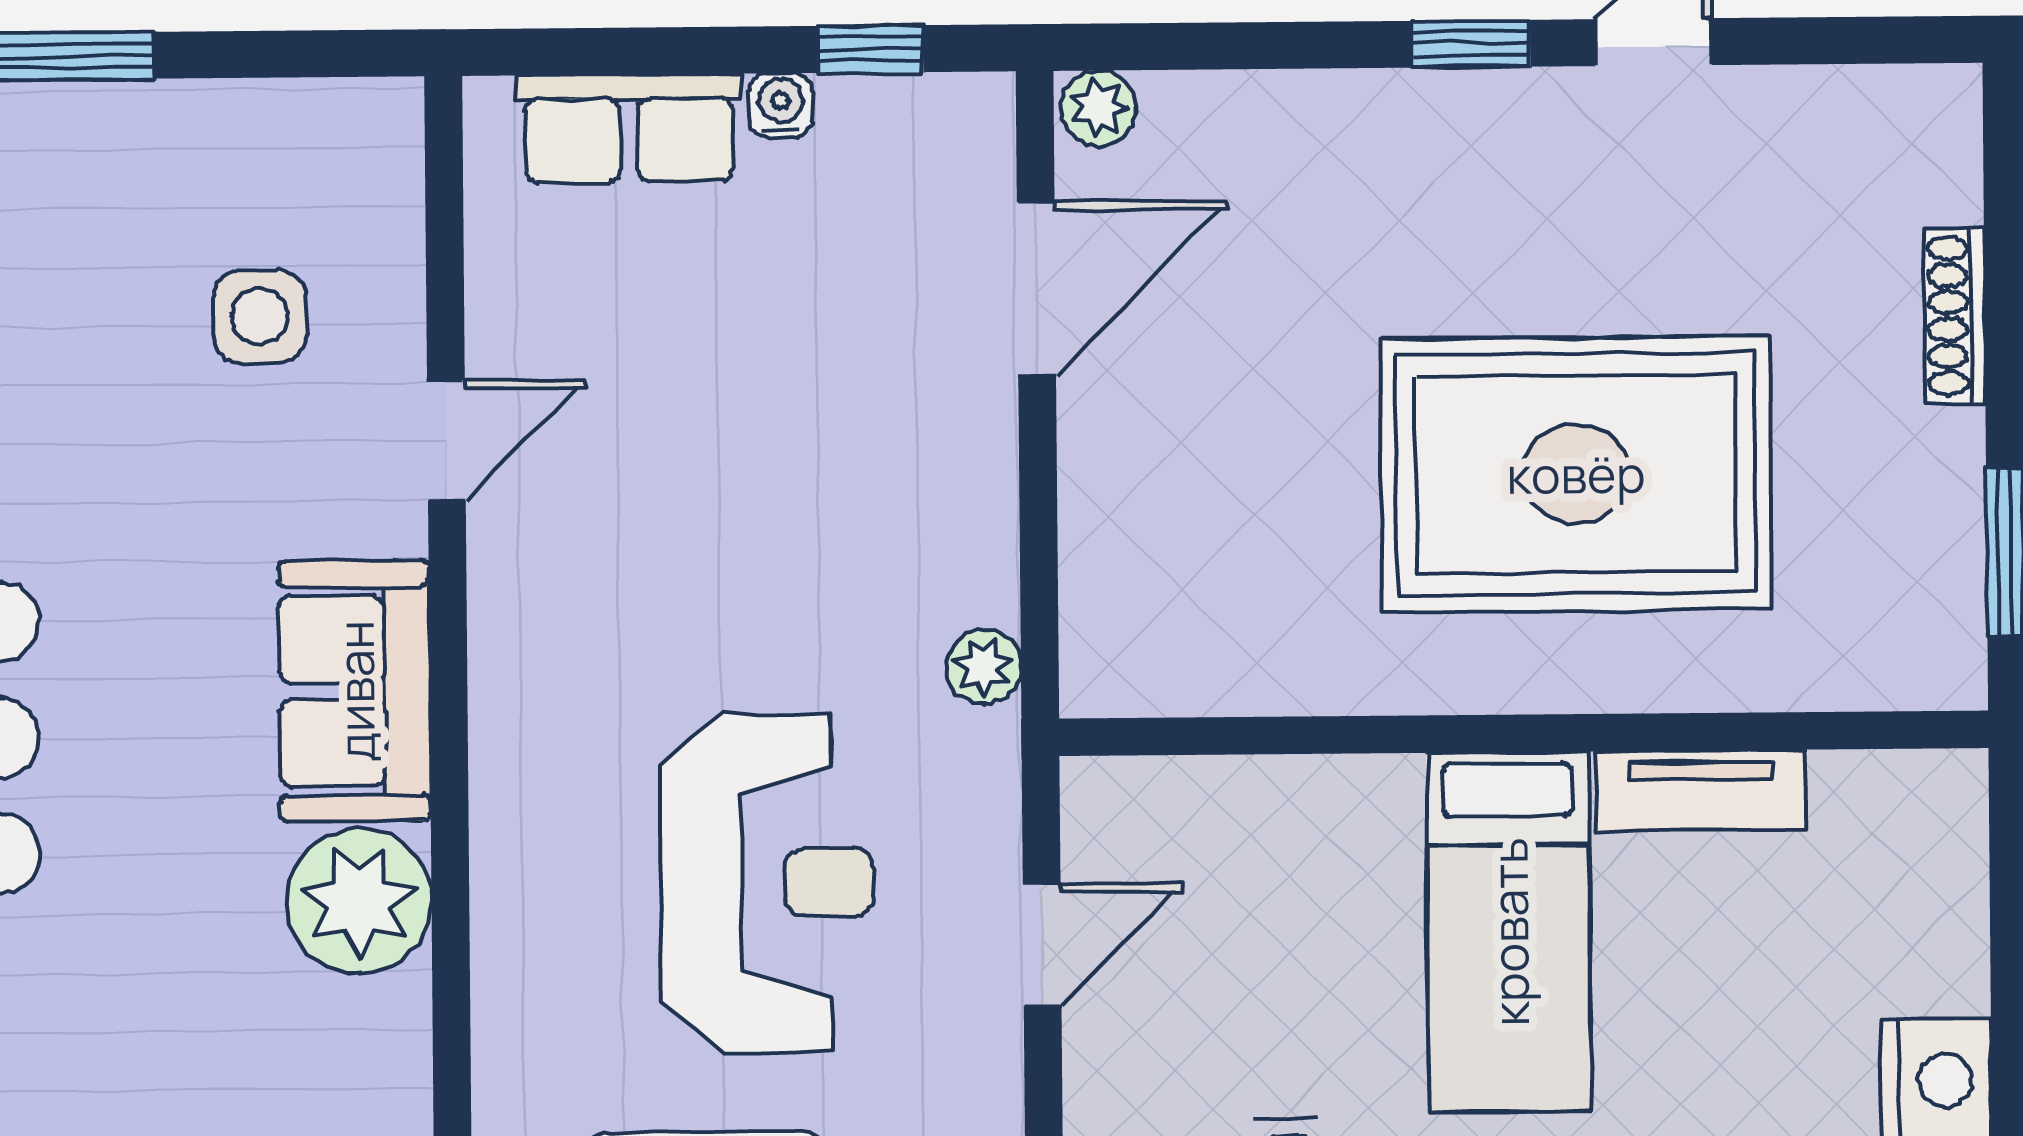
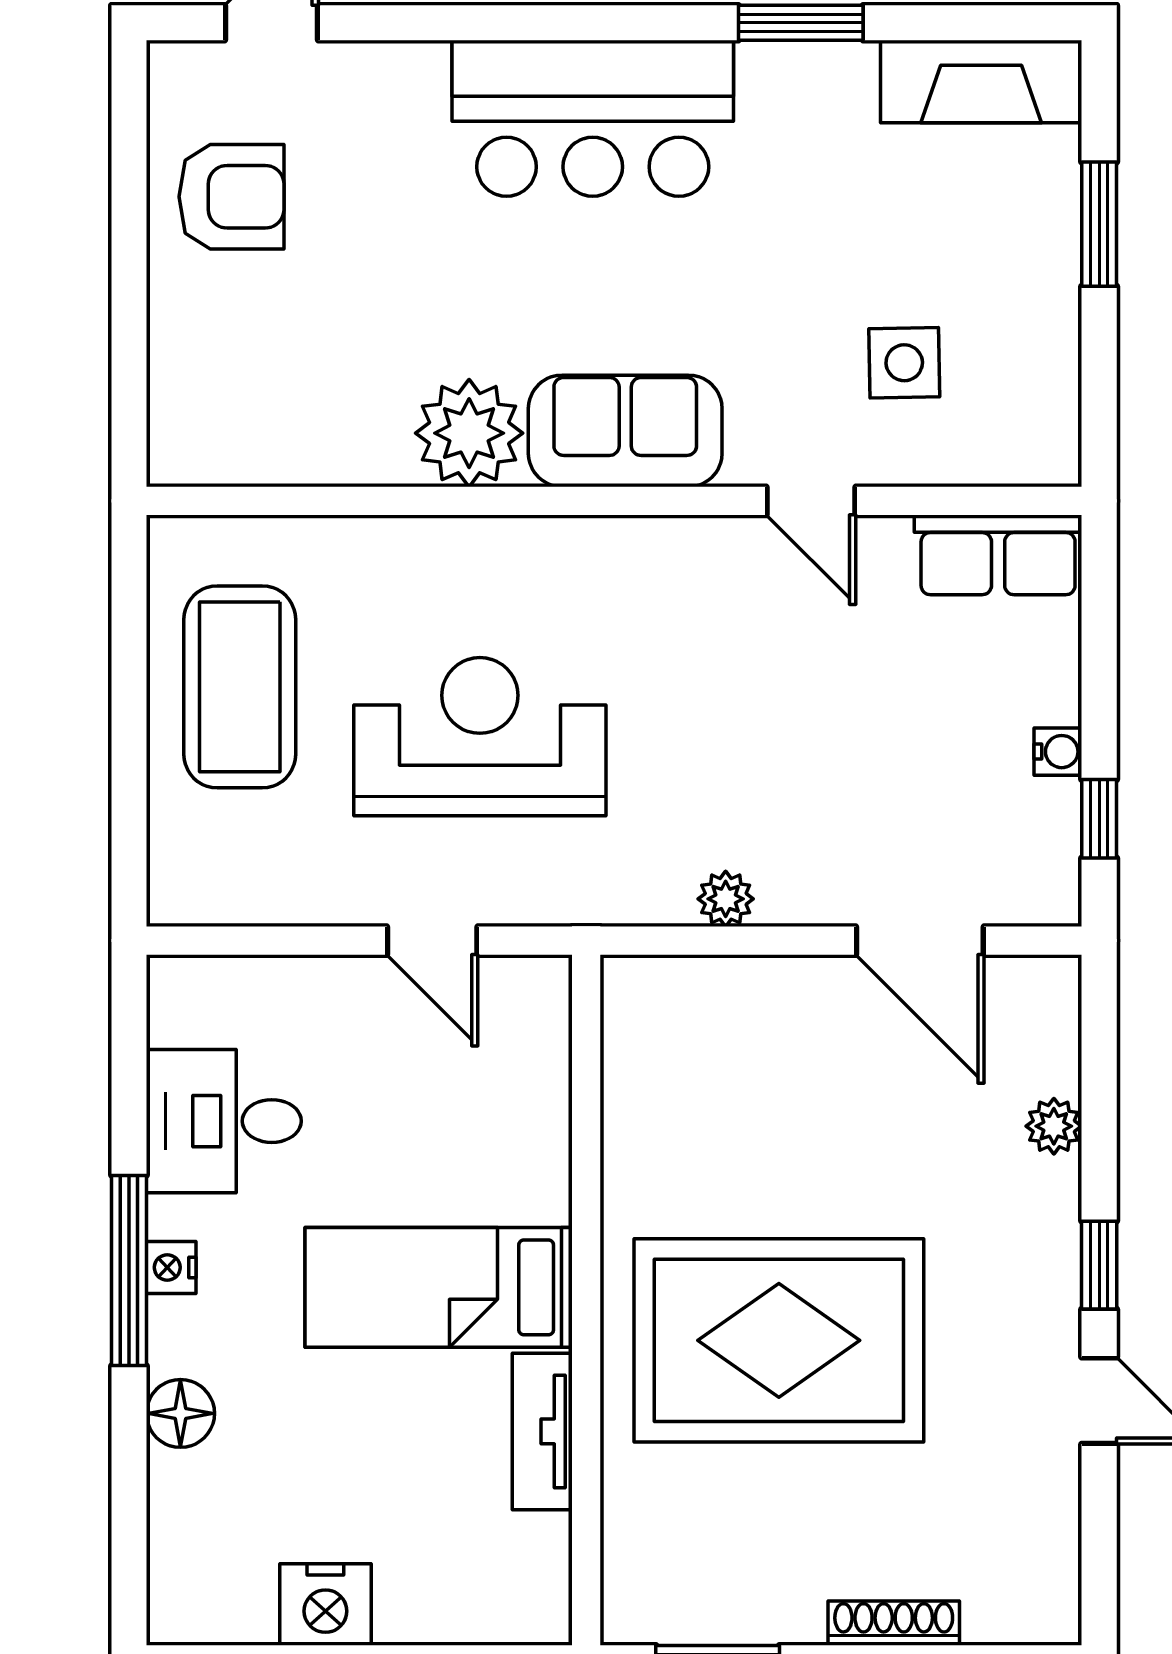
plant: (1099, 108) -> (1054, 1126), moved
row of seats: (629, 128) -> (998, 555), moved, turned -90
rug: (1576, 474) -> (779, 1340), turned 90
plant: (984, 667) -> (726, 899), moved
reception desk: (767, 883) -> (480, 737), turned 180

